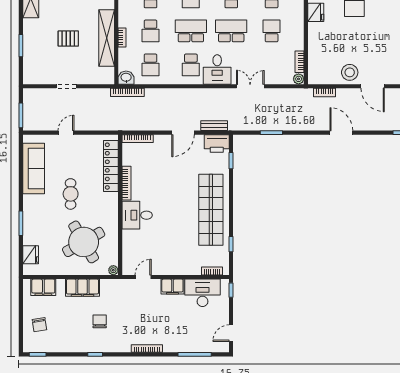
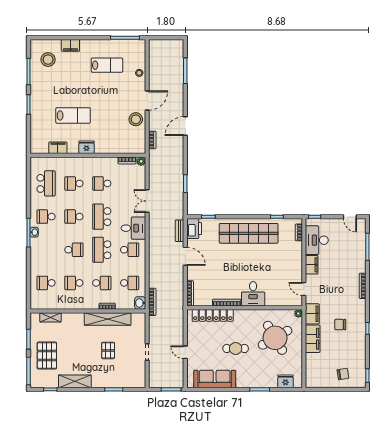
filing cabinet: (43, 287) -> (312, 314), moved

